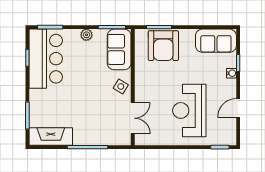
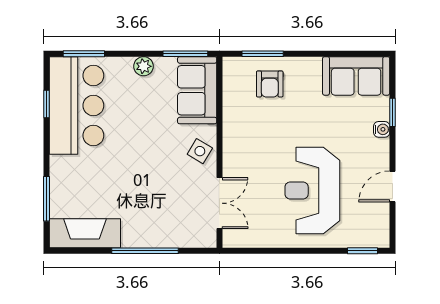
armchair: (163, 46) -> (270, 84), width x0.53, depth x0.53

